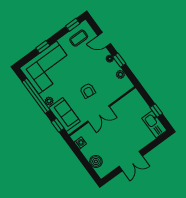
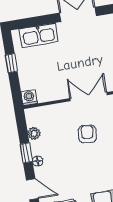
washing machine: (135, 95) -> (29, 98), added
kitchen sink: (154, 124) -> (39, 35), moved, turned 90

